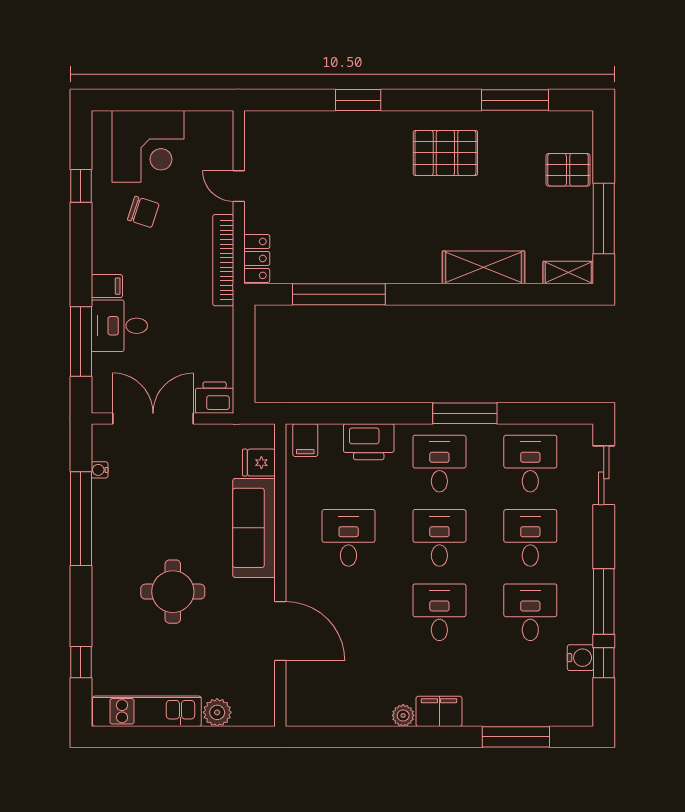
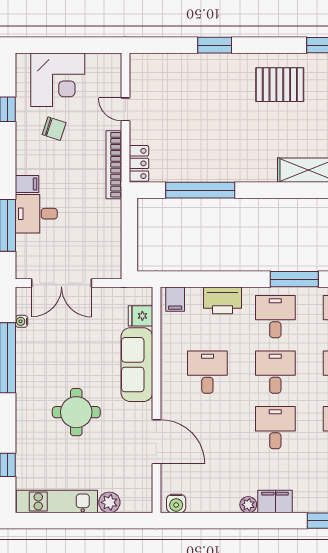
printer: (215, 398) -> (107, 267), removed
double door: (153, 418) -> (61, 283), swing flipped
water cooler: (307, 714) -> (176, 503), added

